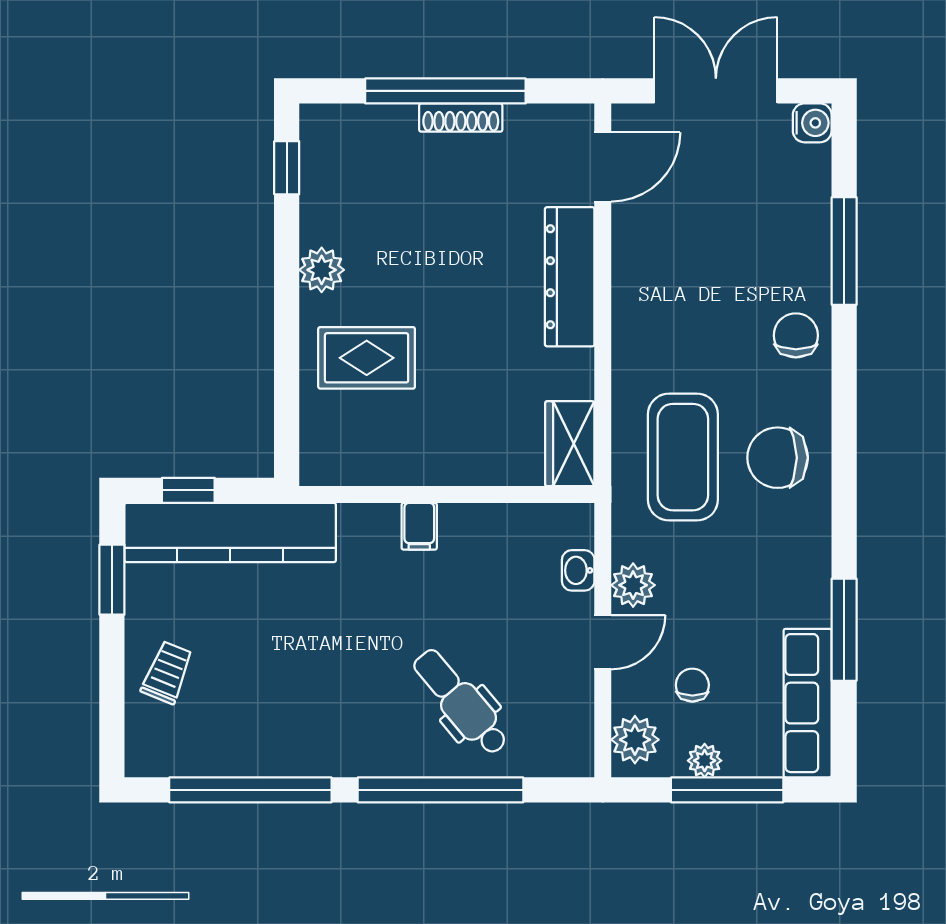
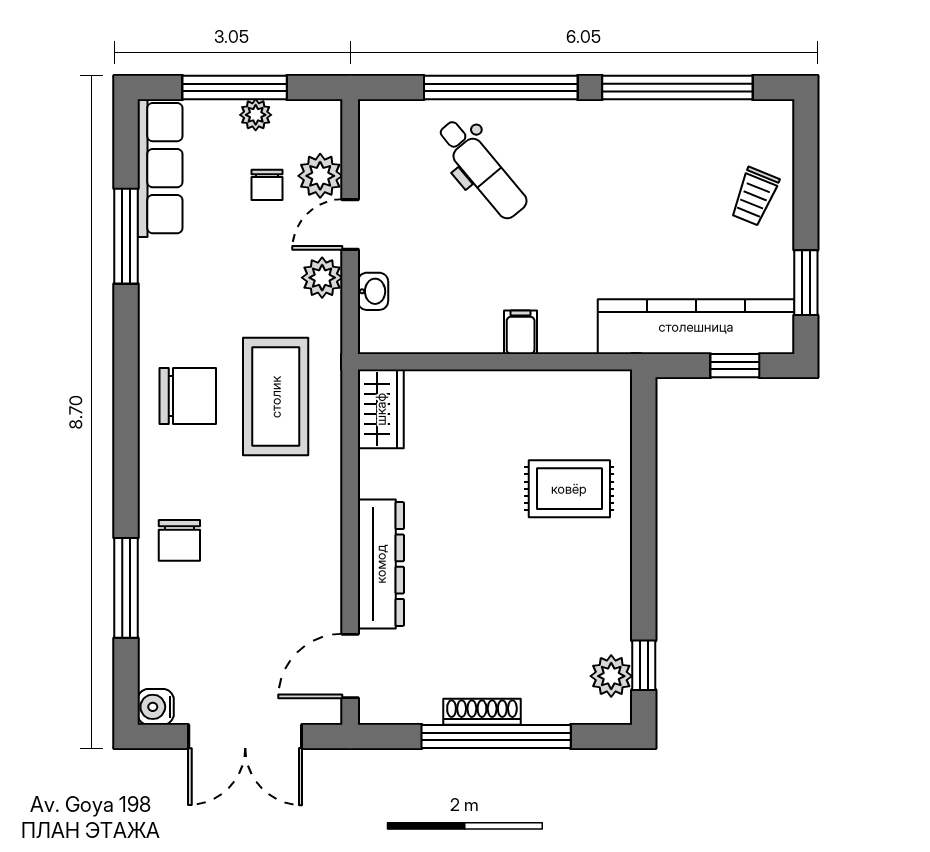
plant: (322, 270) -> (611, 676), moved
chair: (796, 335) -> (179, 540), moved
plant: (635, 740) -> (320, 176), moved

